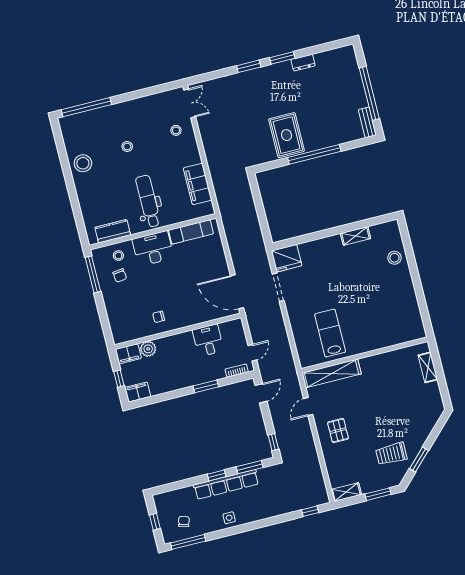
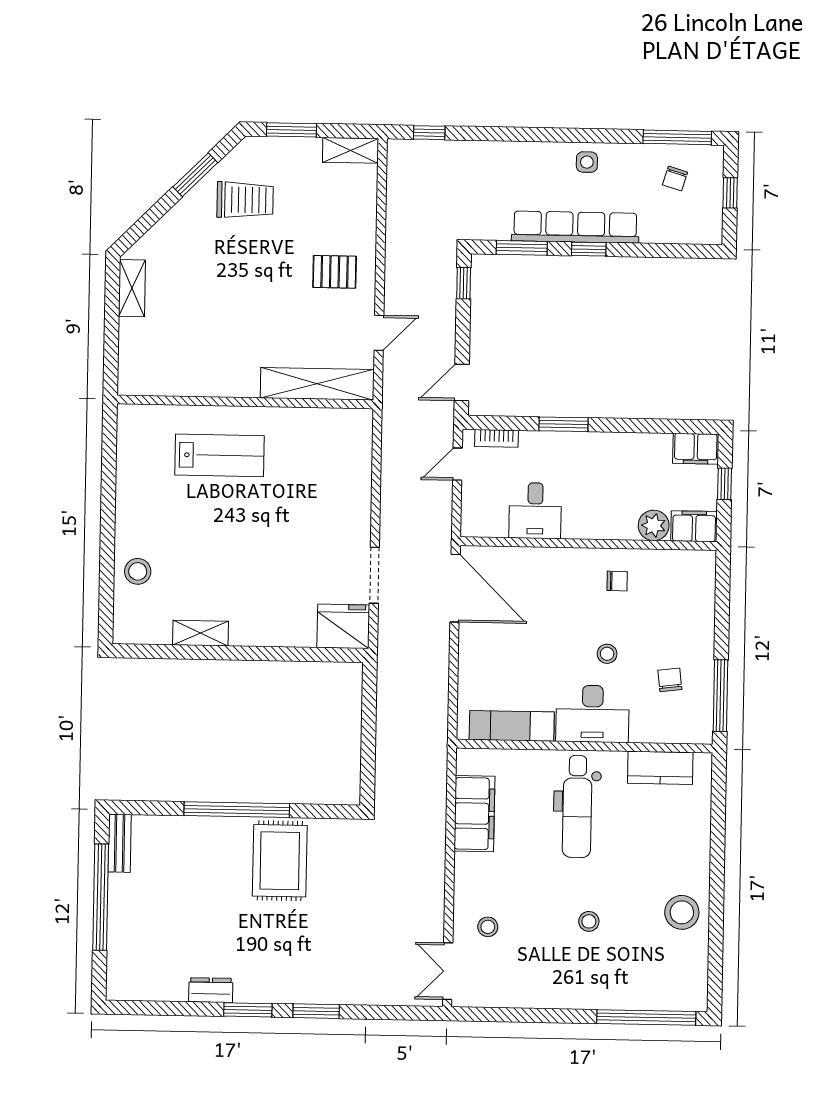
stool: (118, 256) -> (607, 654), moved
lab bench: (330, 333) -> (220, 455), moved, turned -90
shelving: (428, 367) -> (132, 288), moved
pallet: (338, 431) -> (335, 272), turned 90

